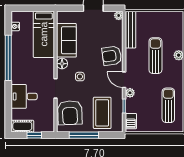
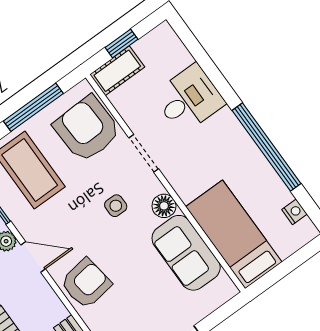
cot: (22, 126) -> (117, 71), moved

